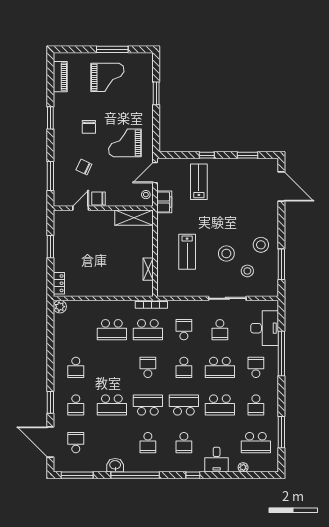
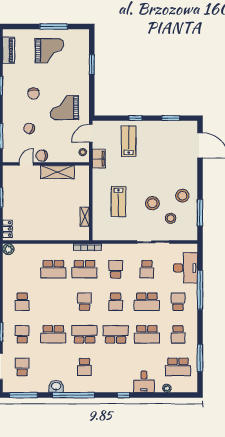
shelving: (134, 218) -> (57, 172), moved
school desk: (76, 405) -> (22, 334), turned 180
school desk: (184, 443) -> (116, 367), removed

